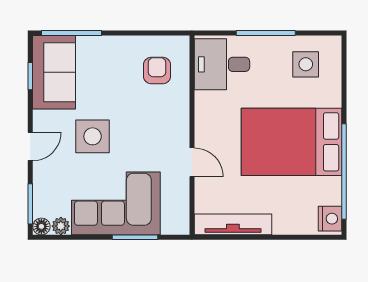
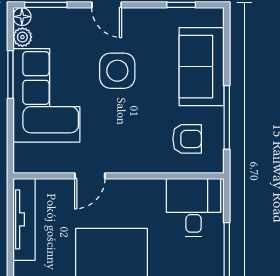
window: (72, 33) -> (227, 117), moved
sofa: (54, 72) -> (202, 67), moved, turned 90
window: (135, 237) -> (10, 75), moved

